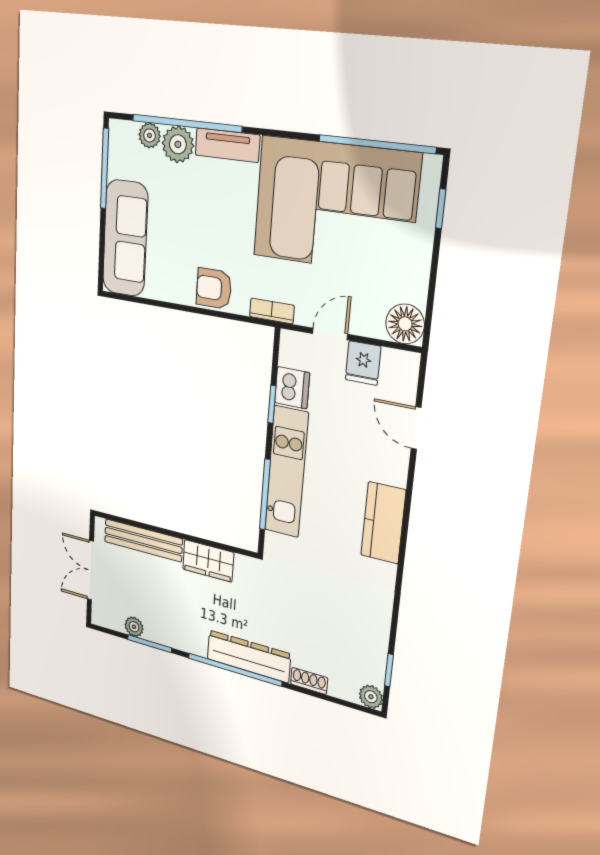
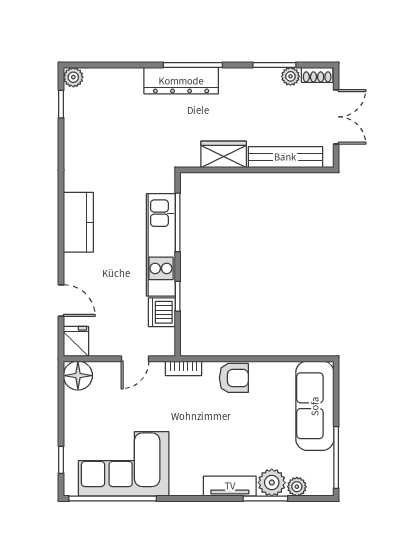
window: (186, 123) -> (265, 499), width x0.47
corner sofa: (335, 206) -> (124, 464), width x0.73, depth x0.74
fridge: (363, 363) -> (76, 341), moved
window: (235, 670) -> (193, 65), width x0.68
shoe rack: (309, 681) -> (317, 75), moved

